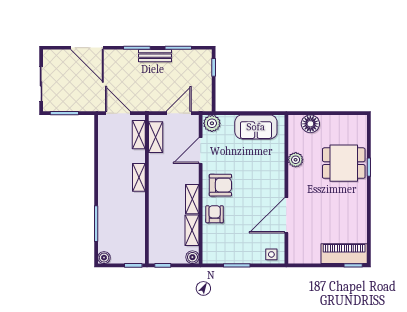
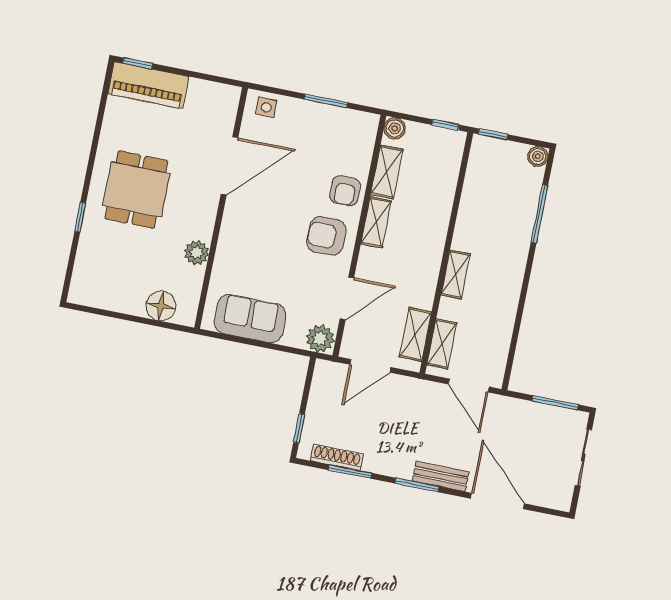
shoe rack: (188, 55) -> (337, 457), added
bench: (155, 56) -> (441, 476), moved
dining table: (344, 163) -> (136, 190), moved, turned 90

